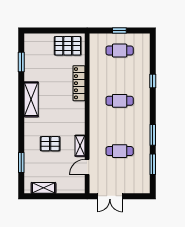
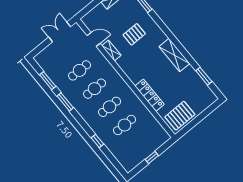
cafe table: (120, 51) -> (125, 125), moved
cafe table: (120, 126) -> (95, 89), added
door: (87, 167) -> (94, 39), hinge flipped

